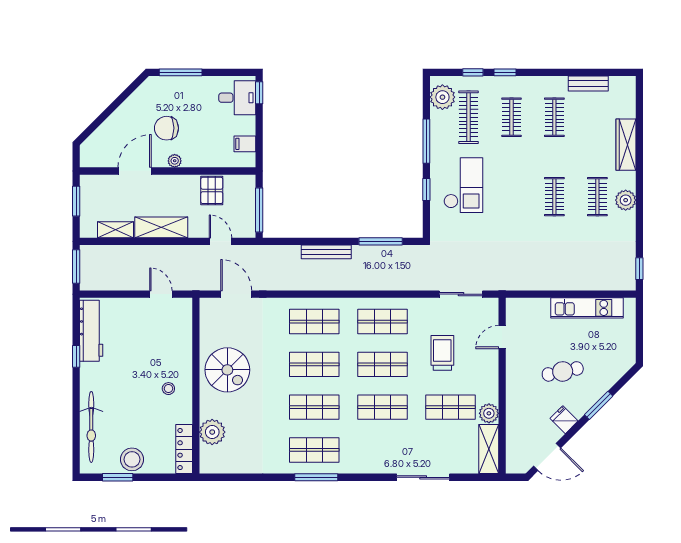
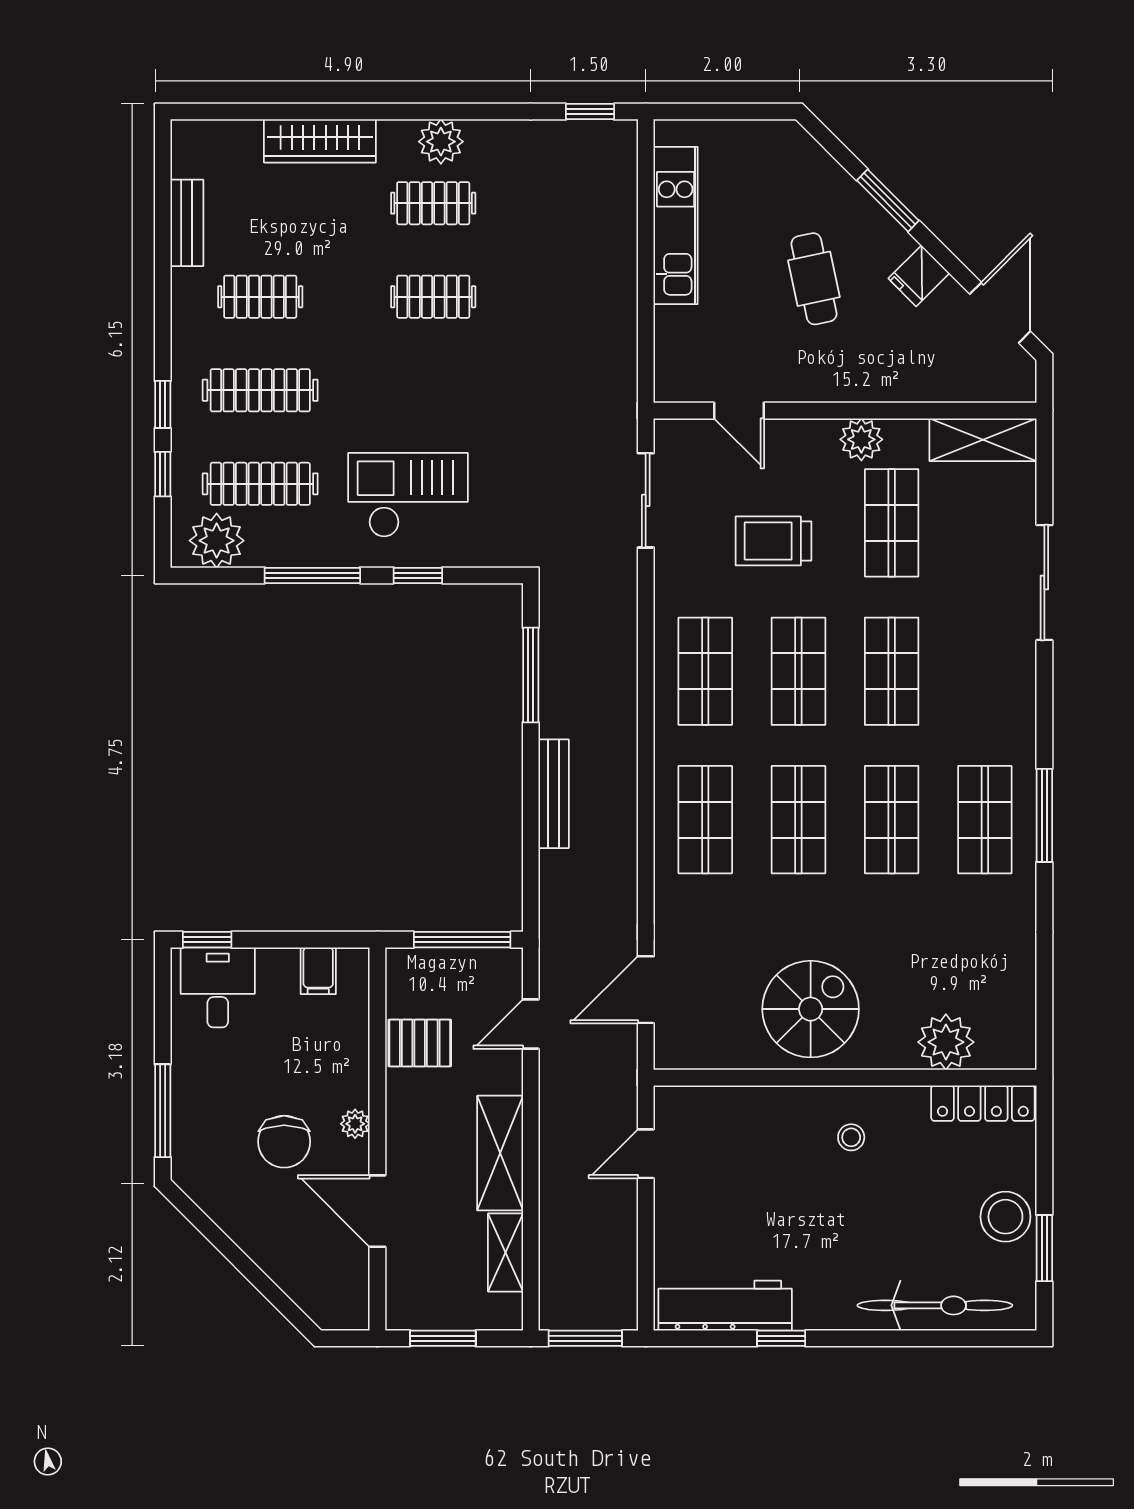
clothes rail: (511, 117) -> (260, 390), width x1.36
plant: (489, 413) -> (861, 439), moved

